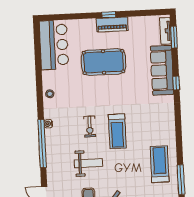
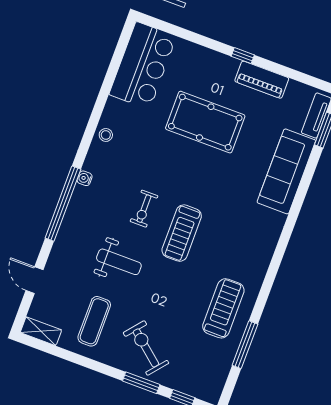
piano: (112, 24) -> (262, 80), moved
window: (176, 83) -> (299, 199), removed

